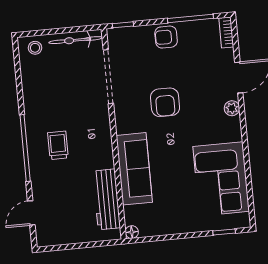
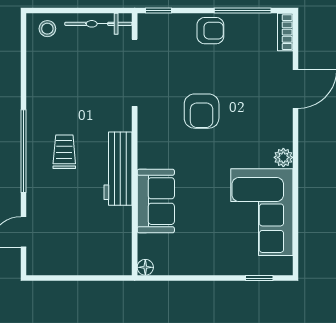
armchair: (166, 37) -> (210, 31), turned 180
plant: (232, 108) -> (283, 157), moved
sofa: (134, 169) -> (156, 201), width x0.73
workbench: (107, 199) -> (118, 169), moved

